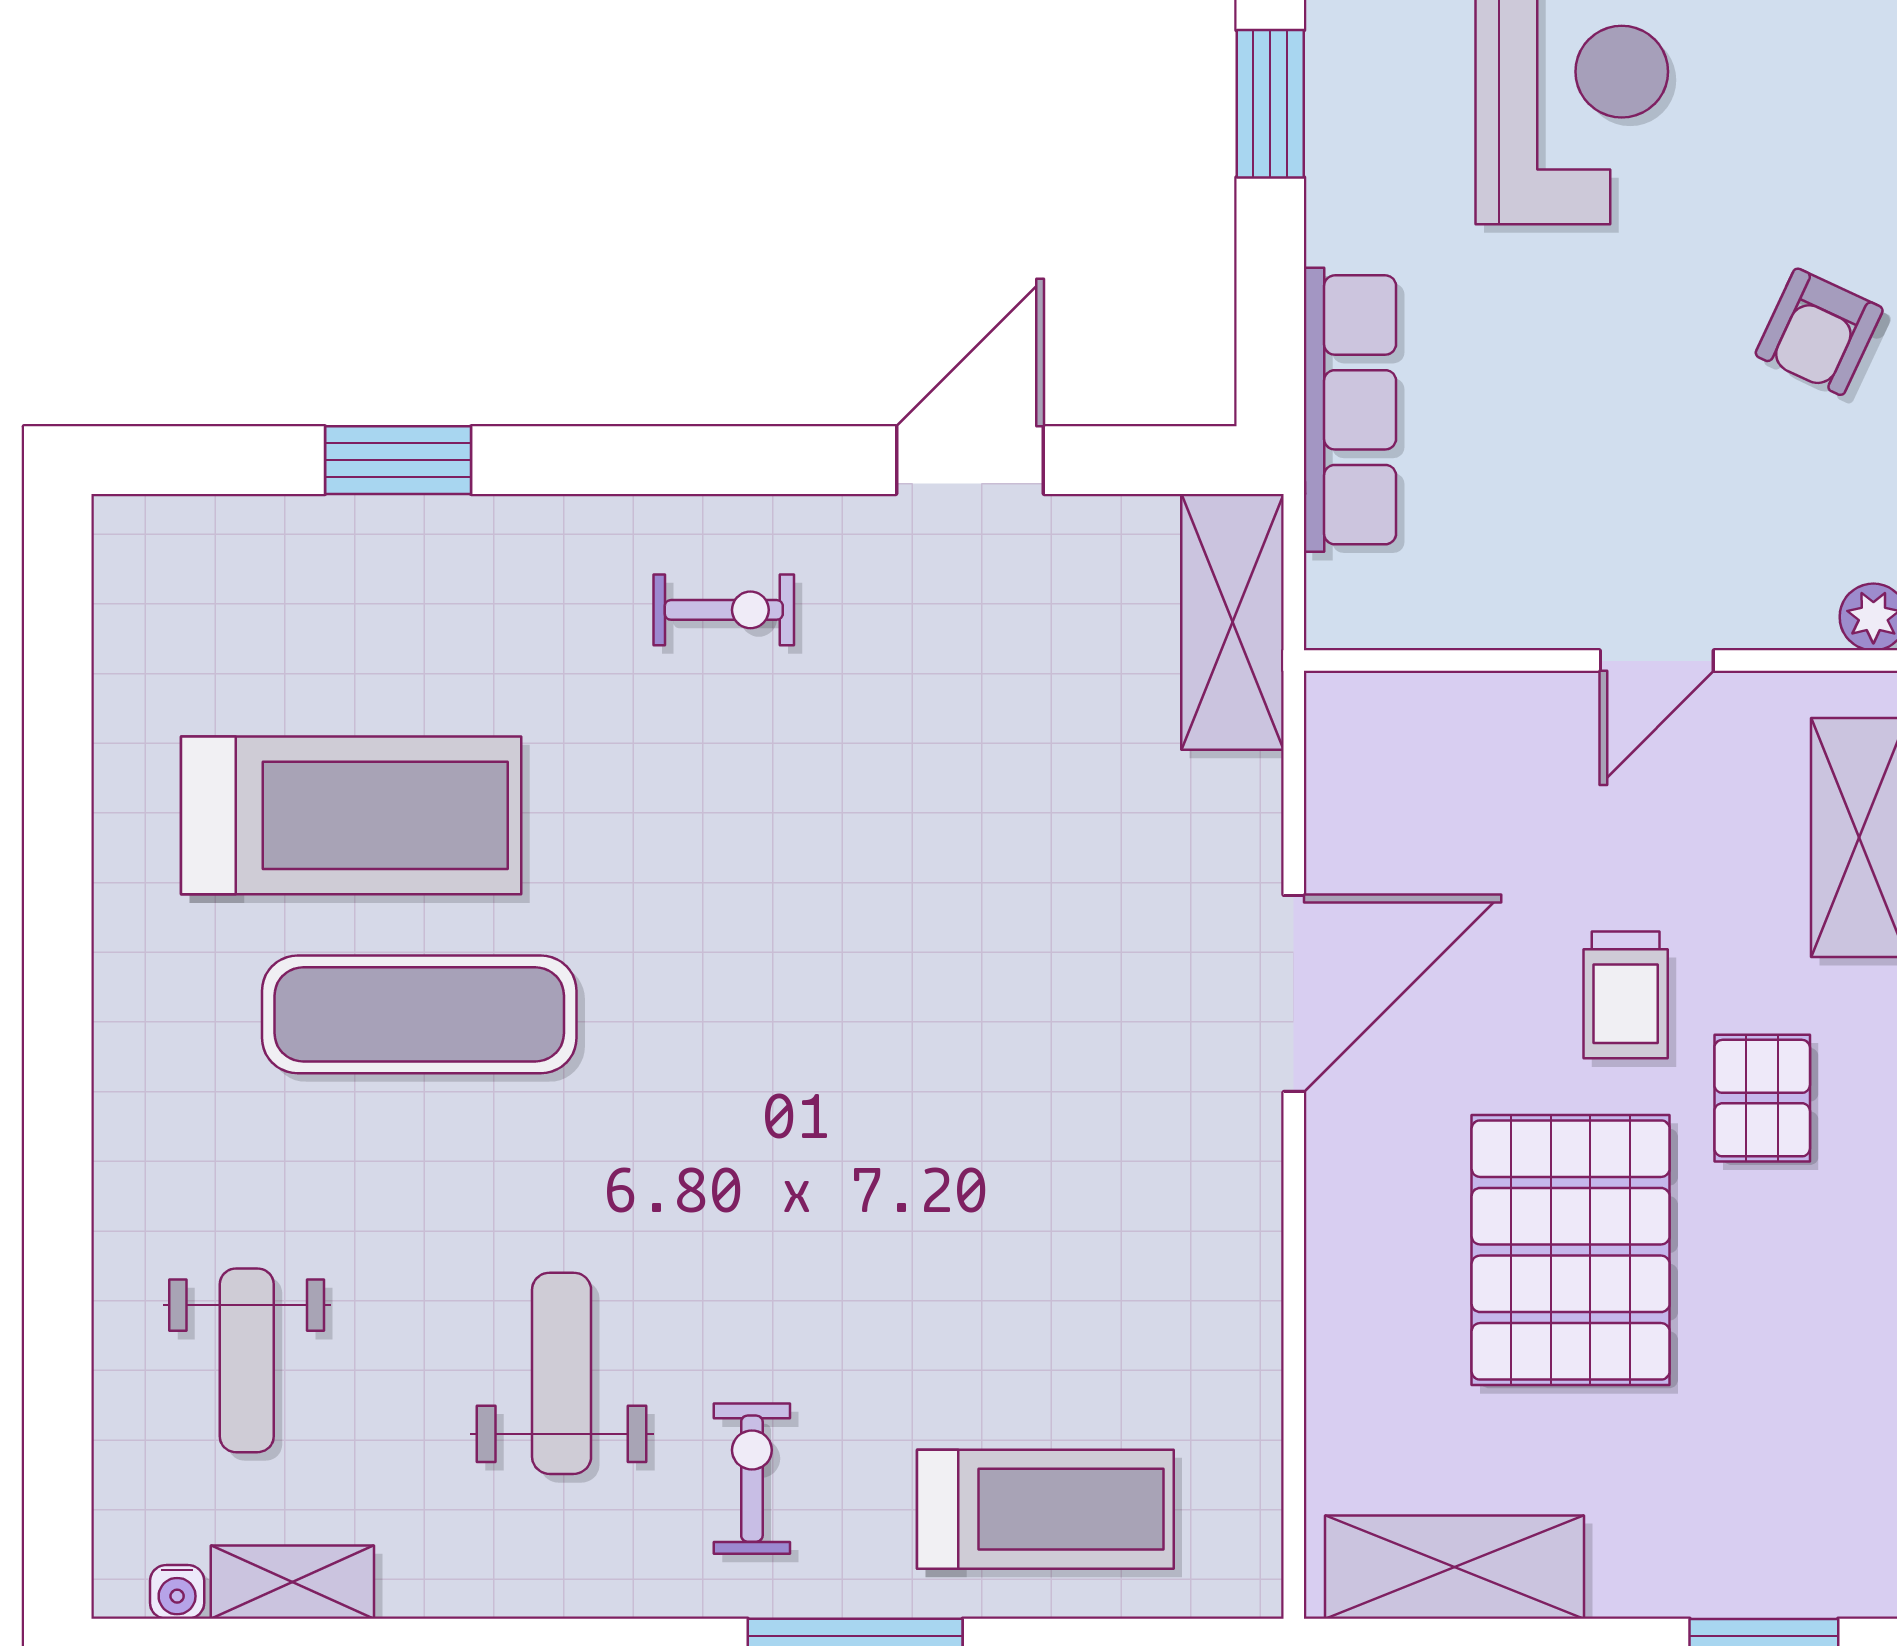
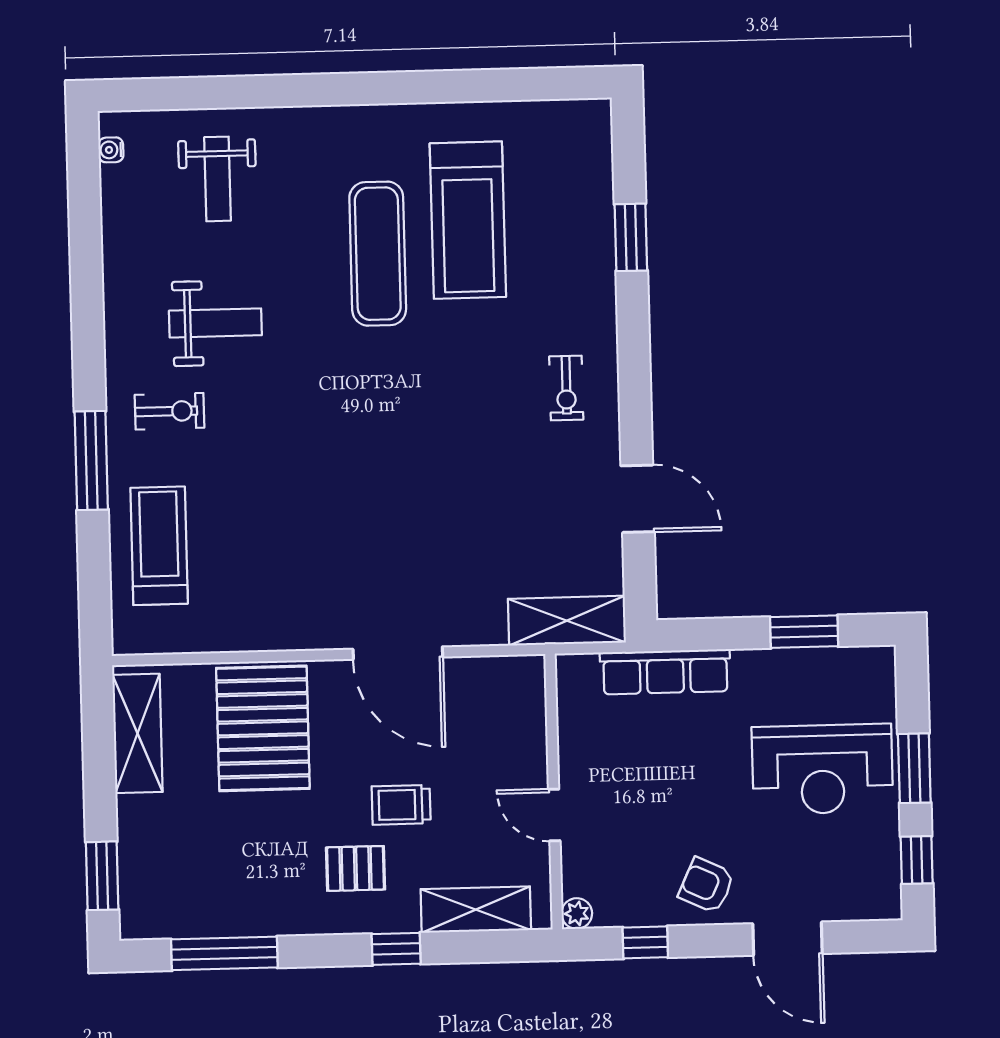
pallet: (1571, 1250) -> (263, 728), moved, turned 90
weight bench: (247, 1360) -> (218, 179), turned -90
treadmill: (1045, 1509) -> (159, 546), turned 180
shelving: (292, 1582) -> (117, 202), removed

